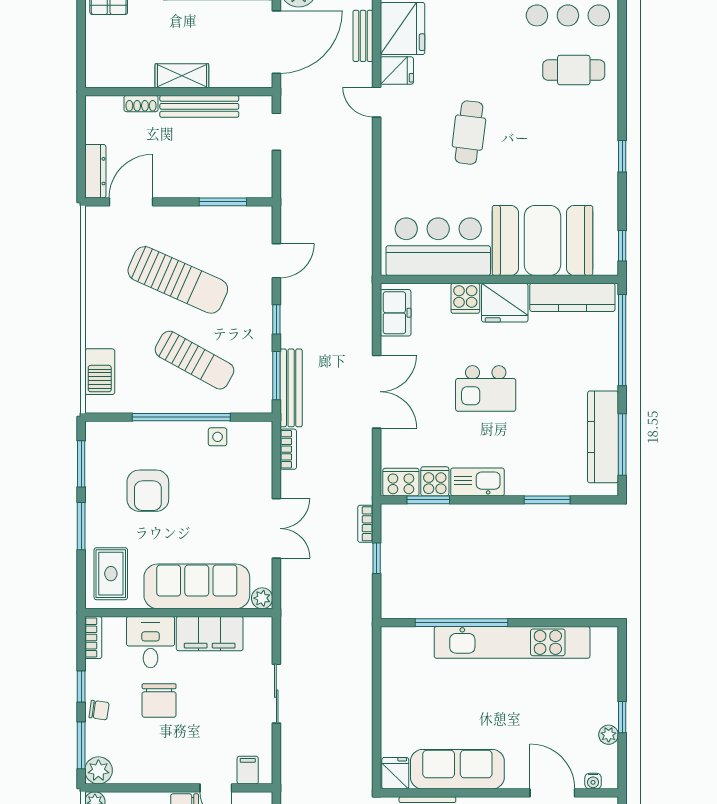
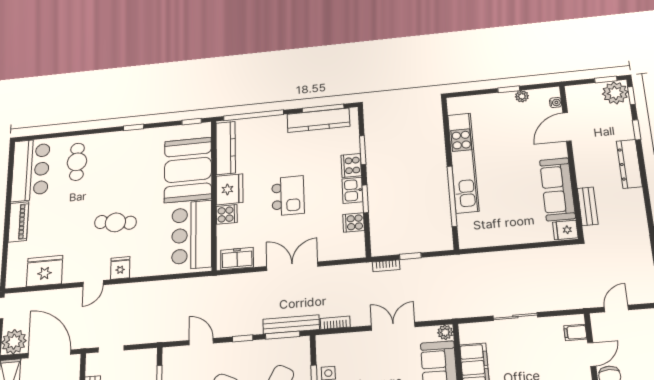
bench: (363, 36) -> (48, 296), removed
fridge: (397, 71) -> (120, 268), moved
cooker: (401, 482) -> (351, 166), moved
kitchen sink: (477, 482) -> (352, 190), width x0.73
window: (428, 500) -> (365, 199), moved

